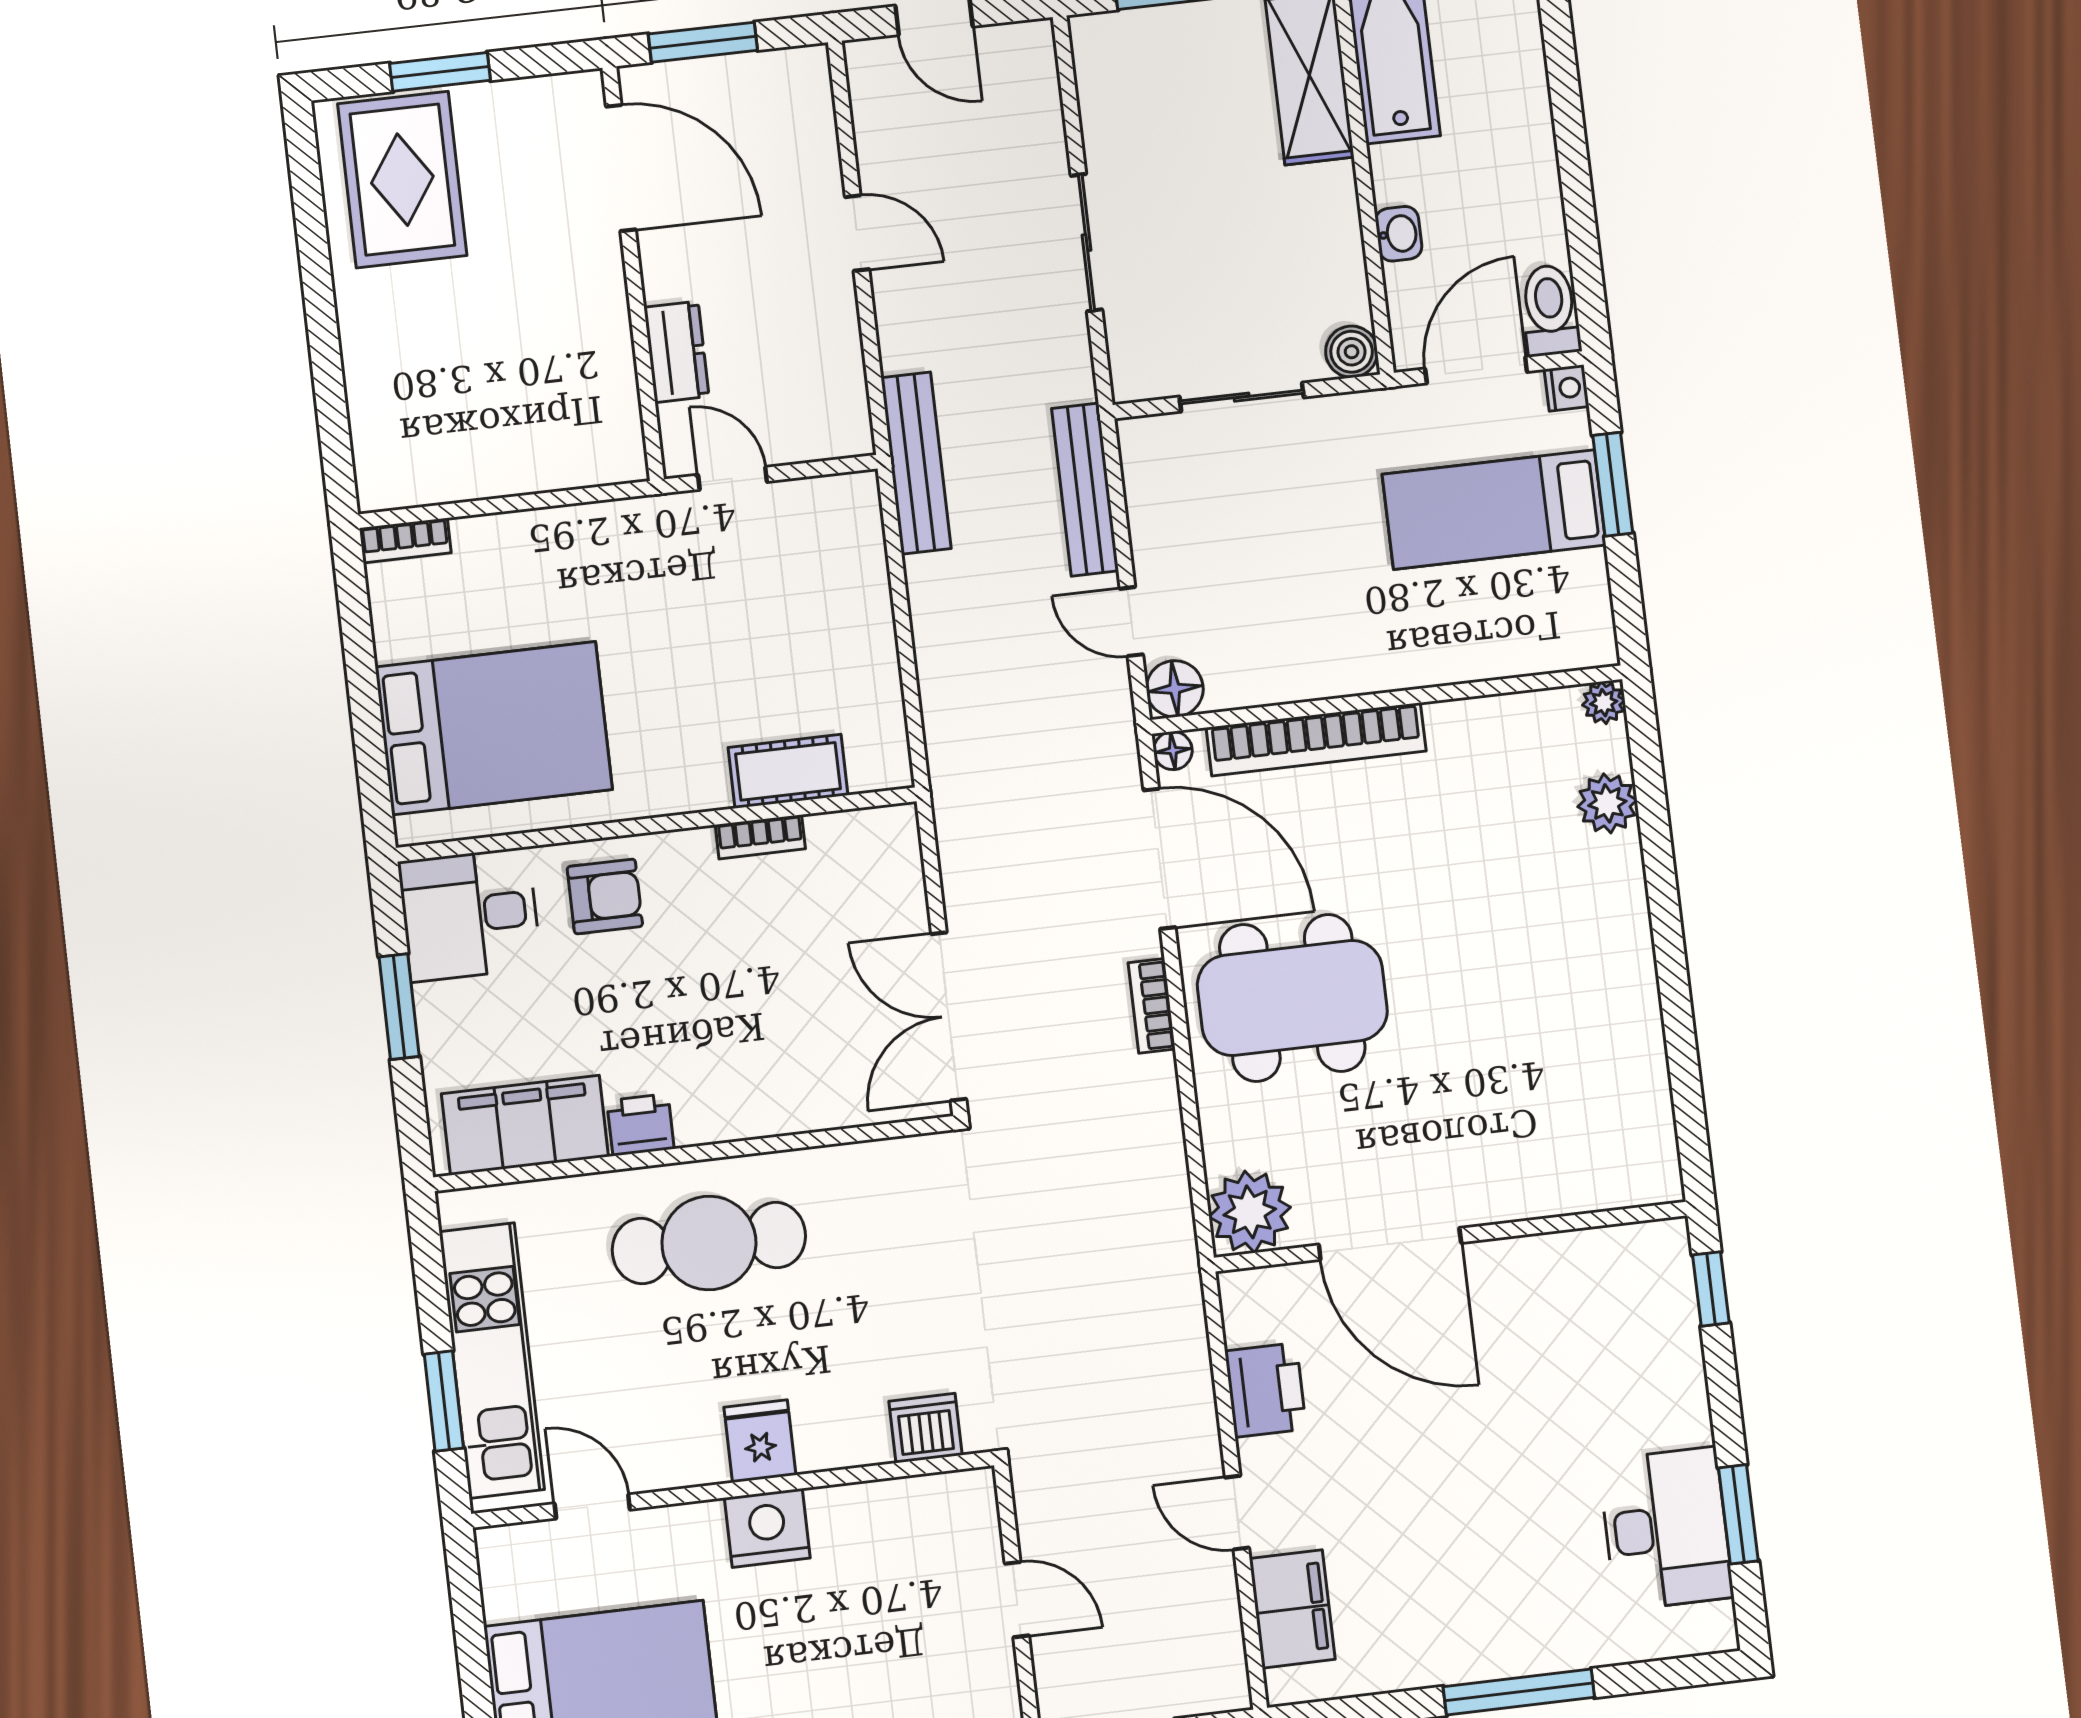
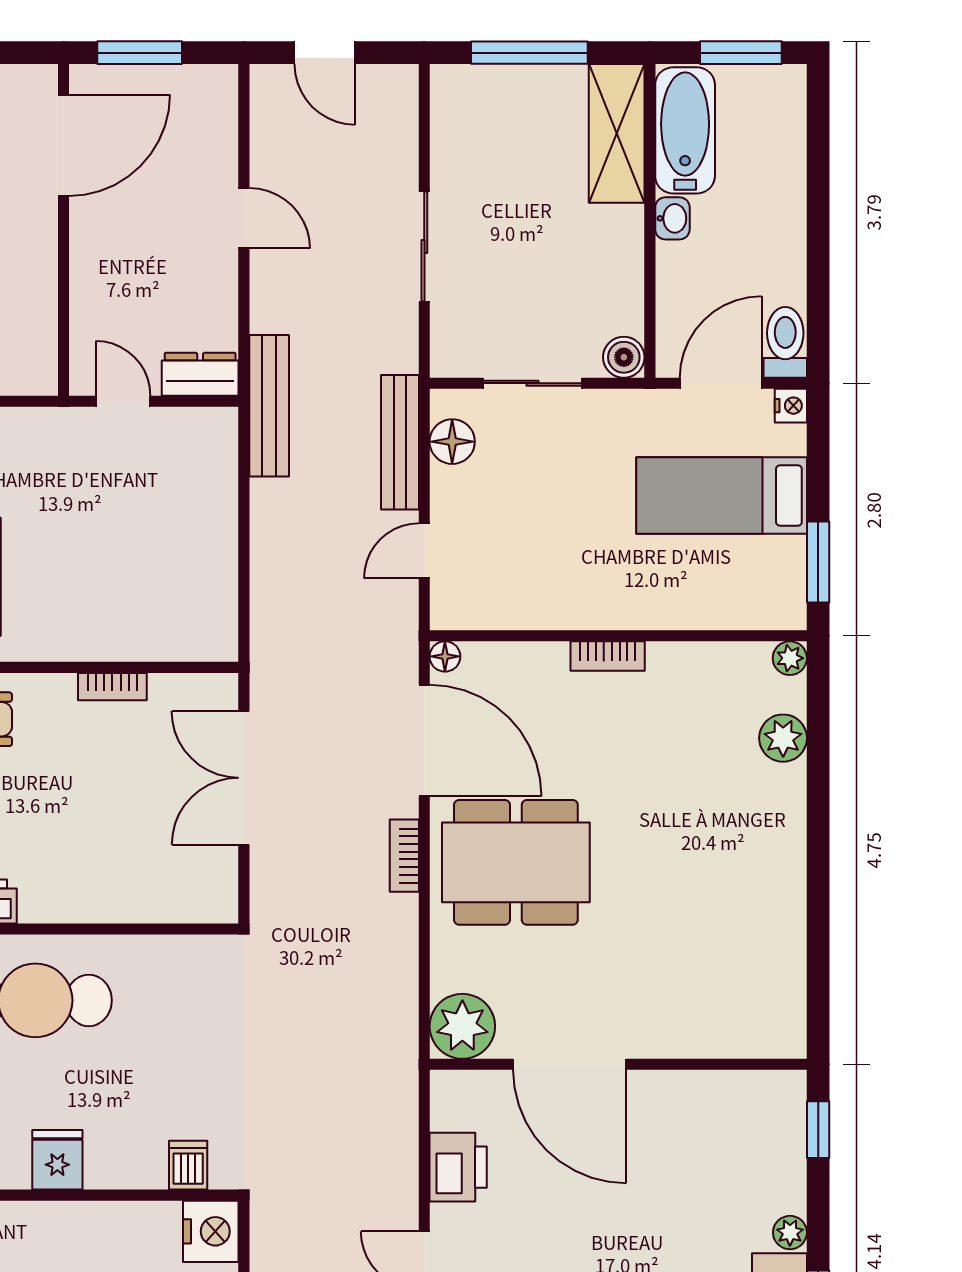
door: (621, 168) -> (63, 145), hinge flipped
washbasin: (1399, 234) -> (672, 218), moved
dresser: (676, 352) -> (200, 374), moved, turned -90
window: (1613, 484) -> (818, 562), moved
door: (1131, 622) -> (424, 551), hinge flipped
floor lamp: (1175, 689) -> (452, 442), moved
bookcase: (1316, 739) -> (608, 656), width x0.43, depth x0.76
cot: (788, 771) -> (140, 638), removed
double door: (949, 1016) -> (244, 778), moved
plant: (1691, 1423) -> (790, 1233), added
dishwasher: (926, 1428) -> (188, 1165), width x0.73
nightstand: (767, 1528) -> (211, 1231), moved, turned 90

